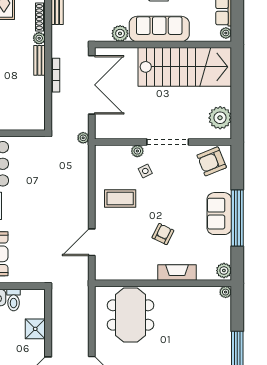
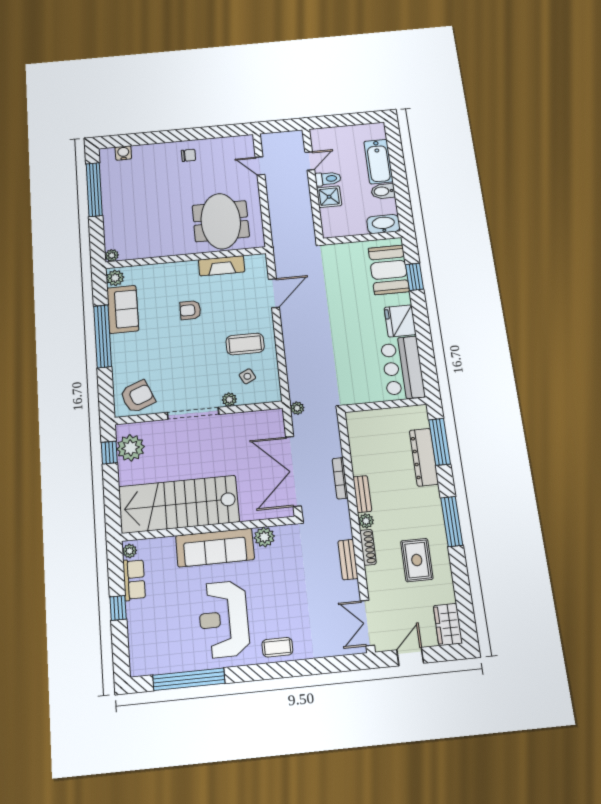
window: (237, 116) -> (109, 453), added
side table: (145, 171) -> (247, 376), moved
sofa: (219, 214) -> (123, 309), moved
armchair: (163, 234) -> (190, 310), turned 64
fireplace: (177, 272) -> (222, 266), moved
toilet: (14, 300) -> (328, 179), moved, turned 90

